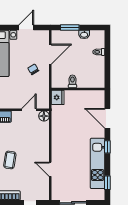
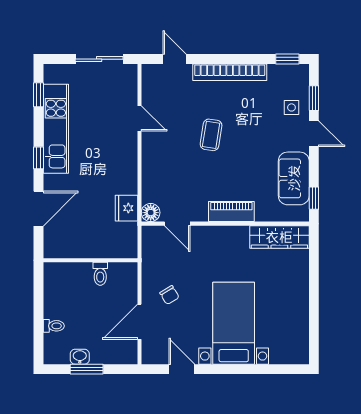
door: (26, 27) -> (182, 369), swing flipped
window: (70, 27) -> (87, 369), moved
fridge: (58, 97) -> (126, 208), moved
door: (29, 110) -> (177, 224), hinge flipped
door: (107, 118) -> (38, 209), hinge flipped

